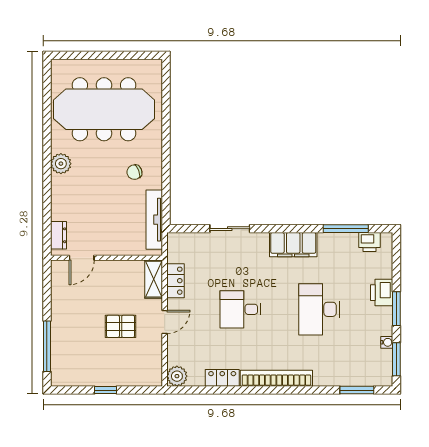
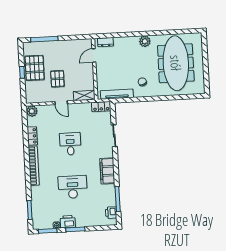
door: (82, 258) -> (94, 55), hinge flipped
locker: (175, 281) -> (101, 107), moved
printer: (382, 293) -> (68, 222), moved
pallet: (98, 367) -> (35, 68), added

